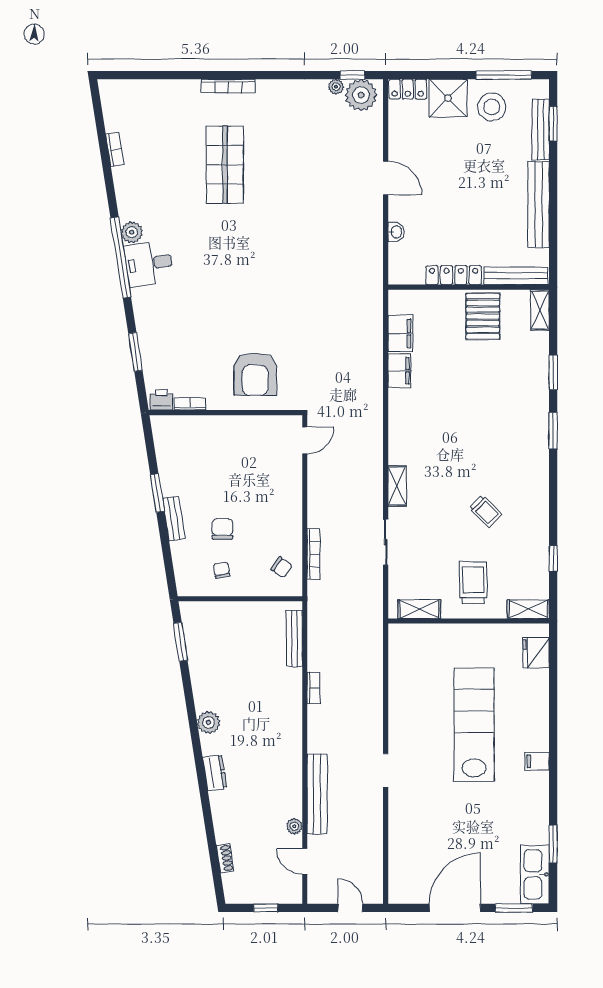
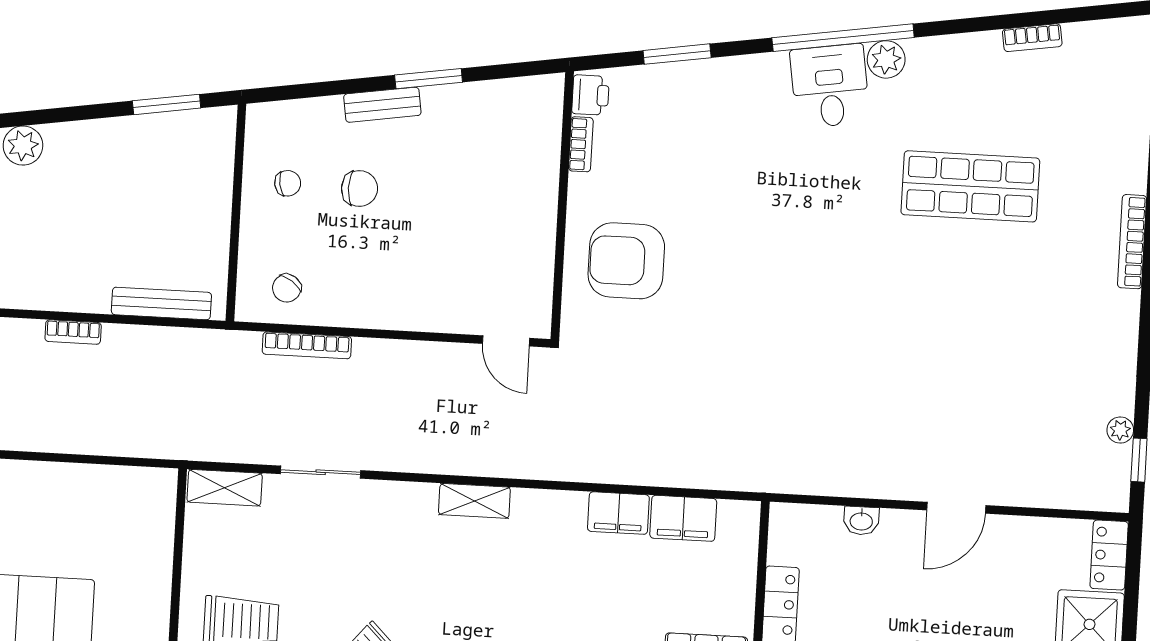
plant: (361, 95) -> (1103, 473), removed
shop shelf: (225, 165) -> (970, 186), moved
shelving: (397, 486) -> (474, 501), moved
shelving: (419, 609) -> (225, 488), moved, turned 90

